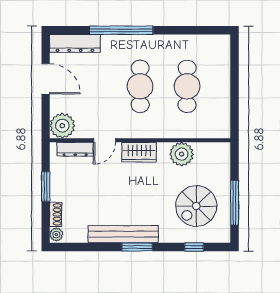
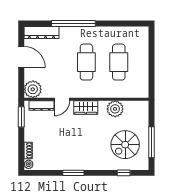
window: (46, 187) -> (21, 117), moved
bench: (123, 234) -> (75, 164), removed
window: (137, 247) -> (73, 173), moved

